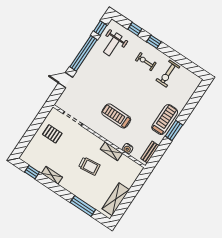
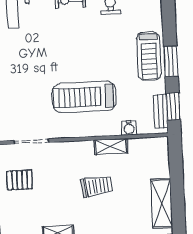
treadmill: (116, 116) -> (84, 97), width x1.37, depth x1.38
treadmill: (165, 120) -> (149, 56), turned 180
window: (158, 154) -> (173, 106), added

